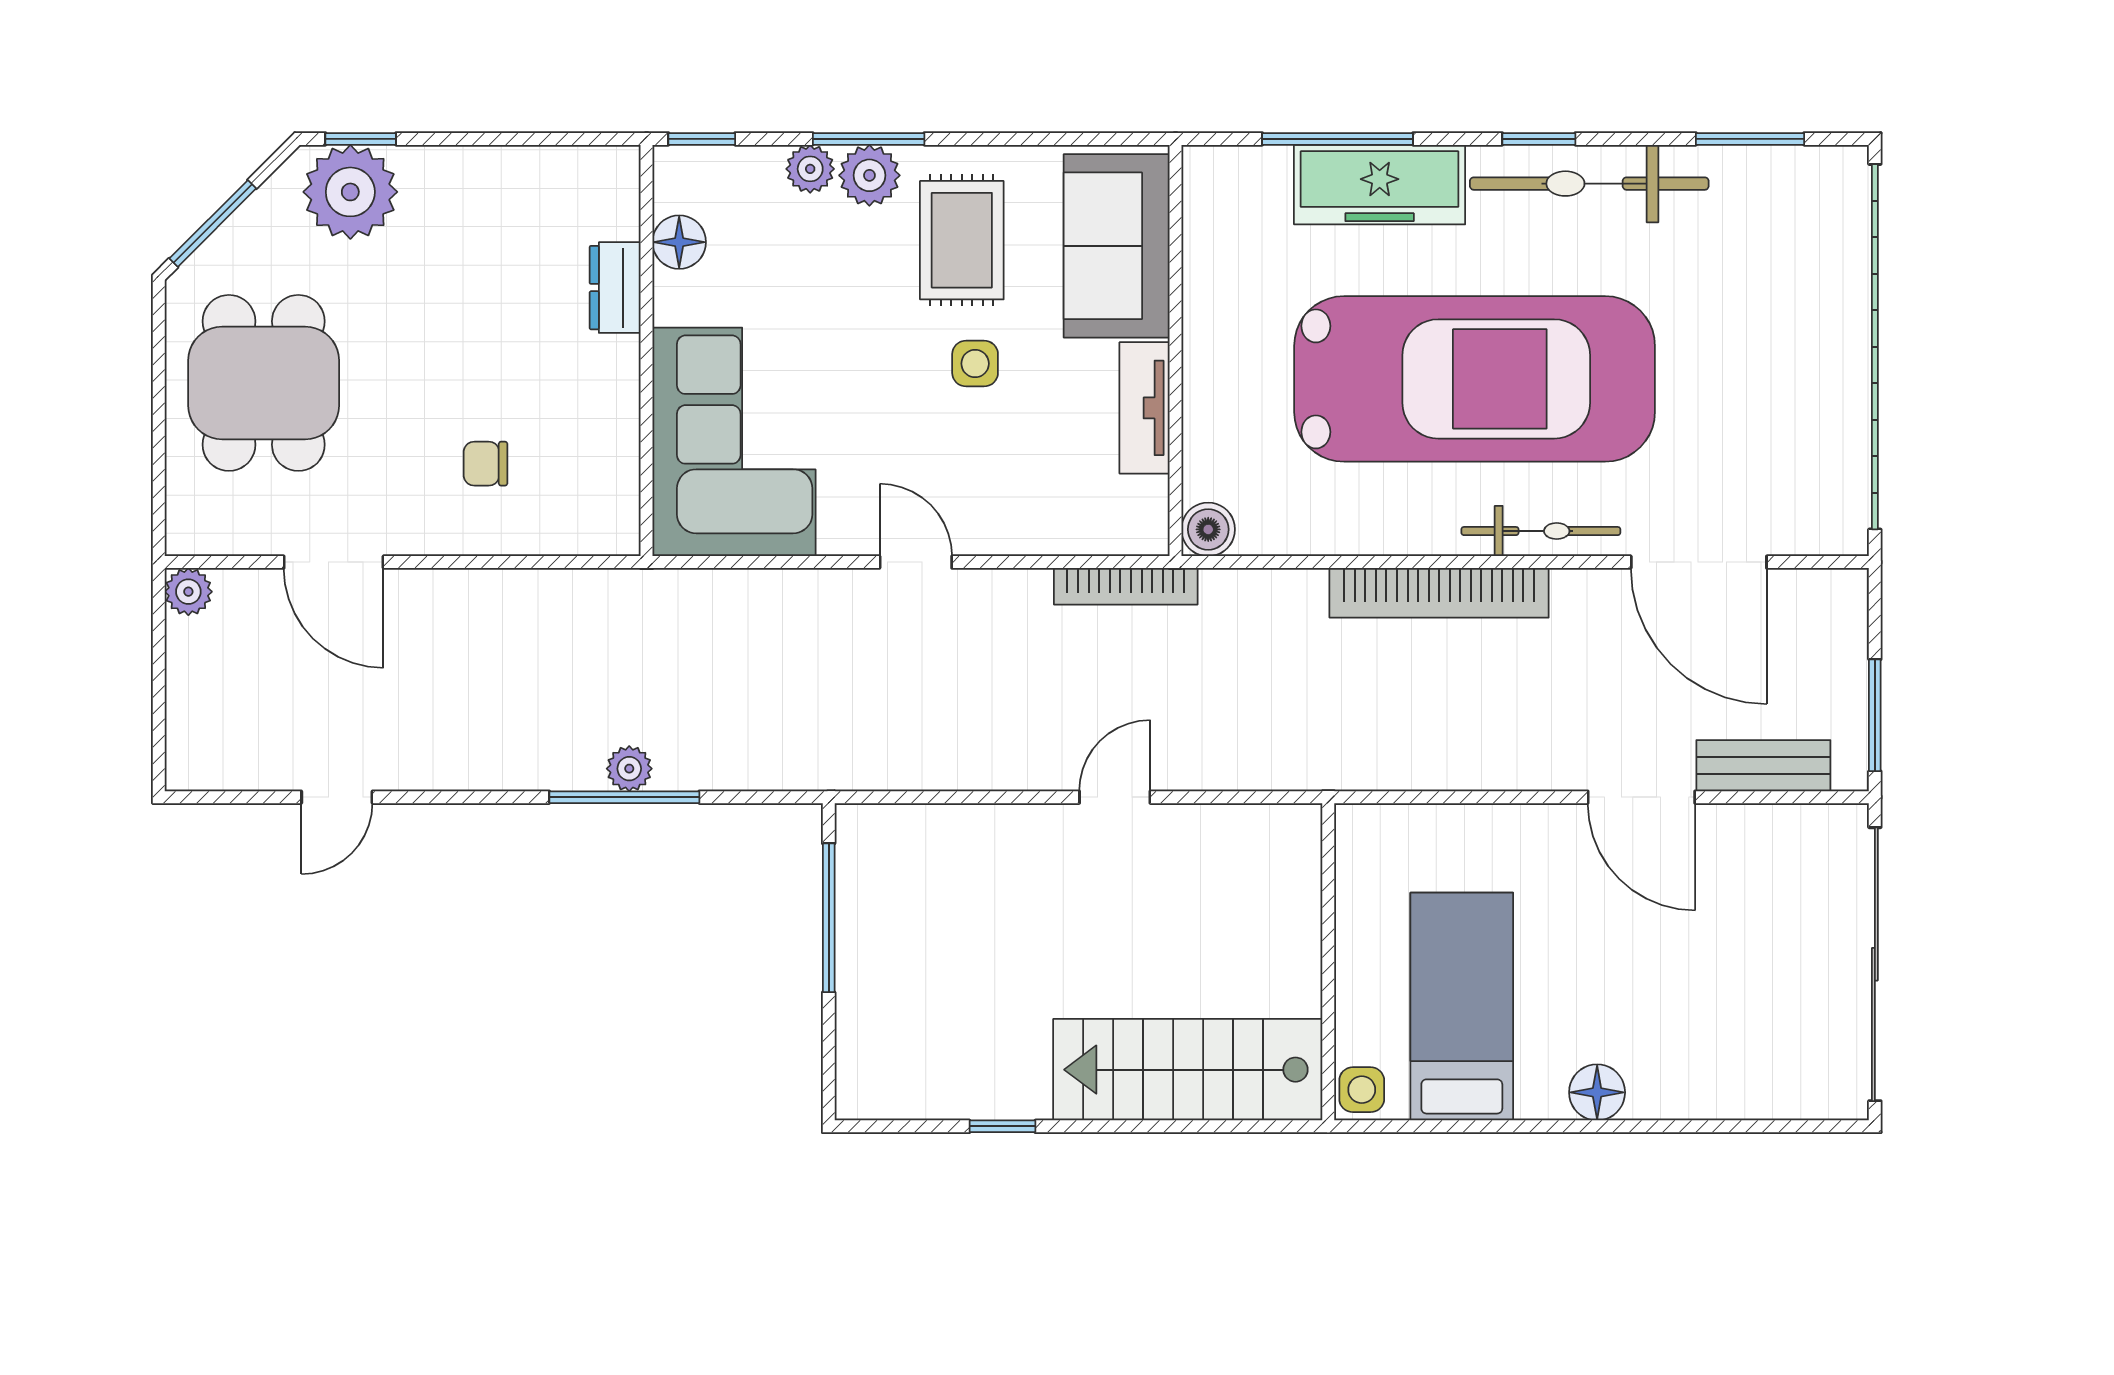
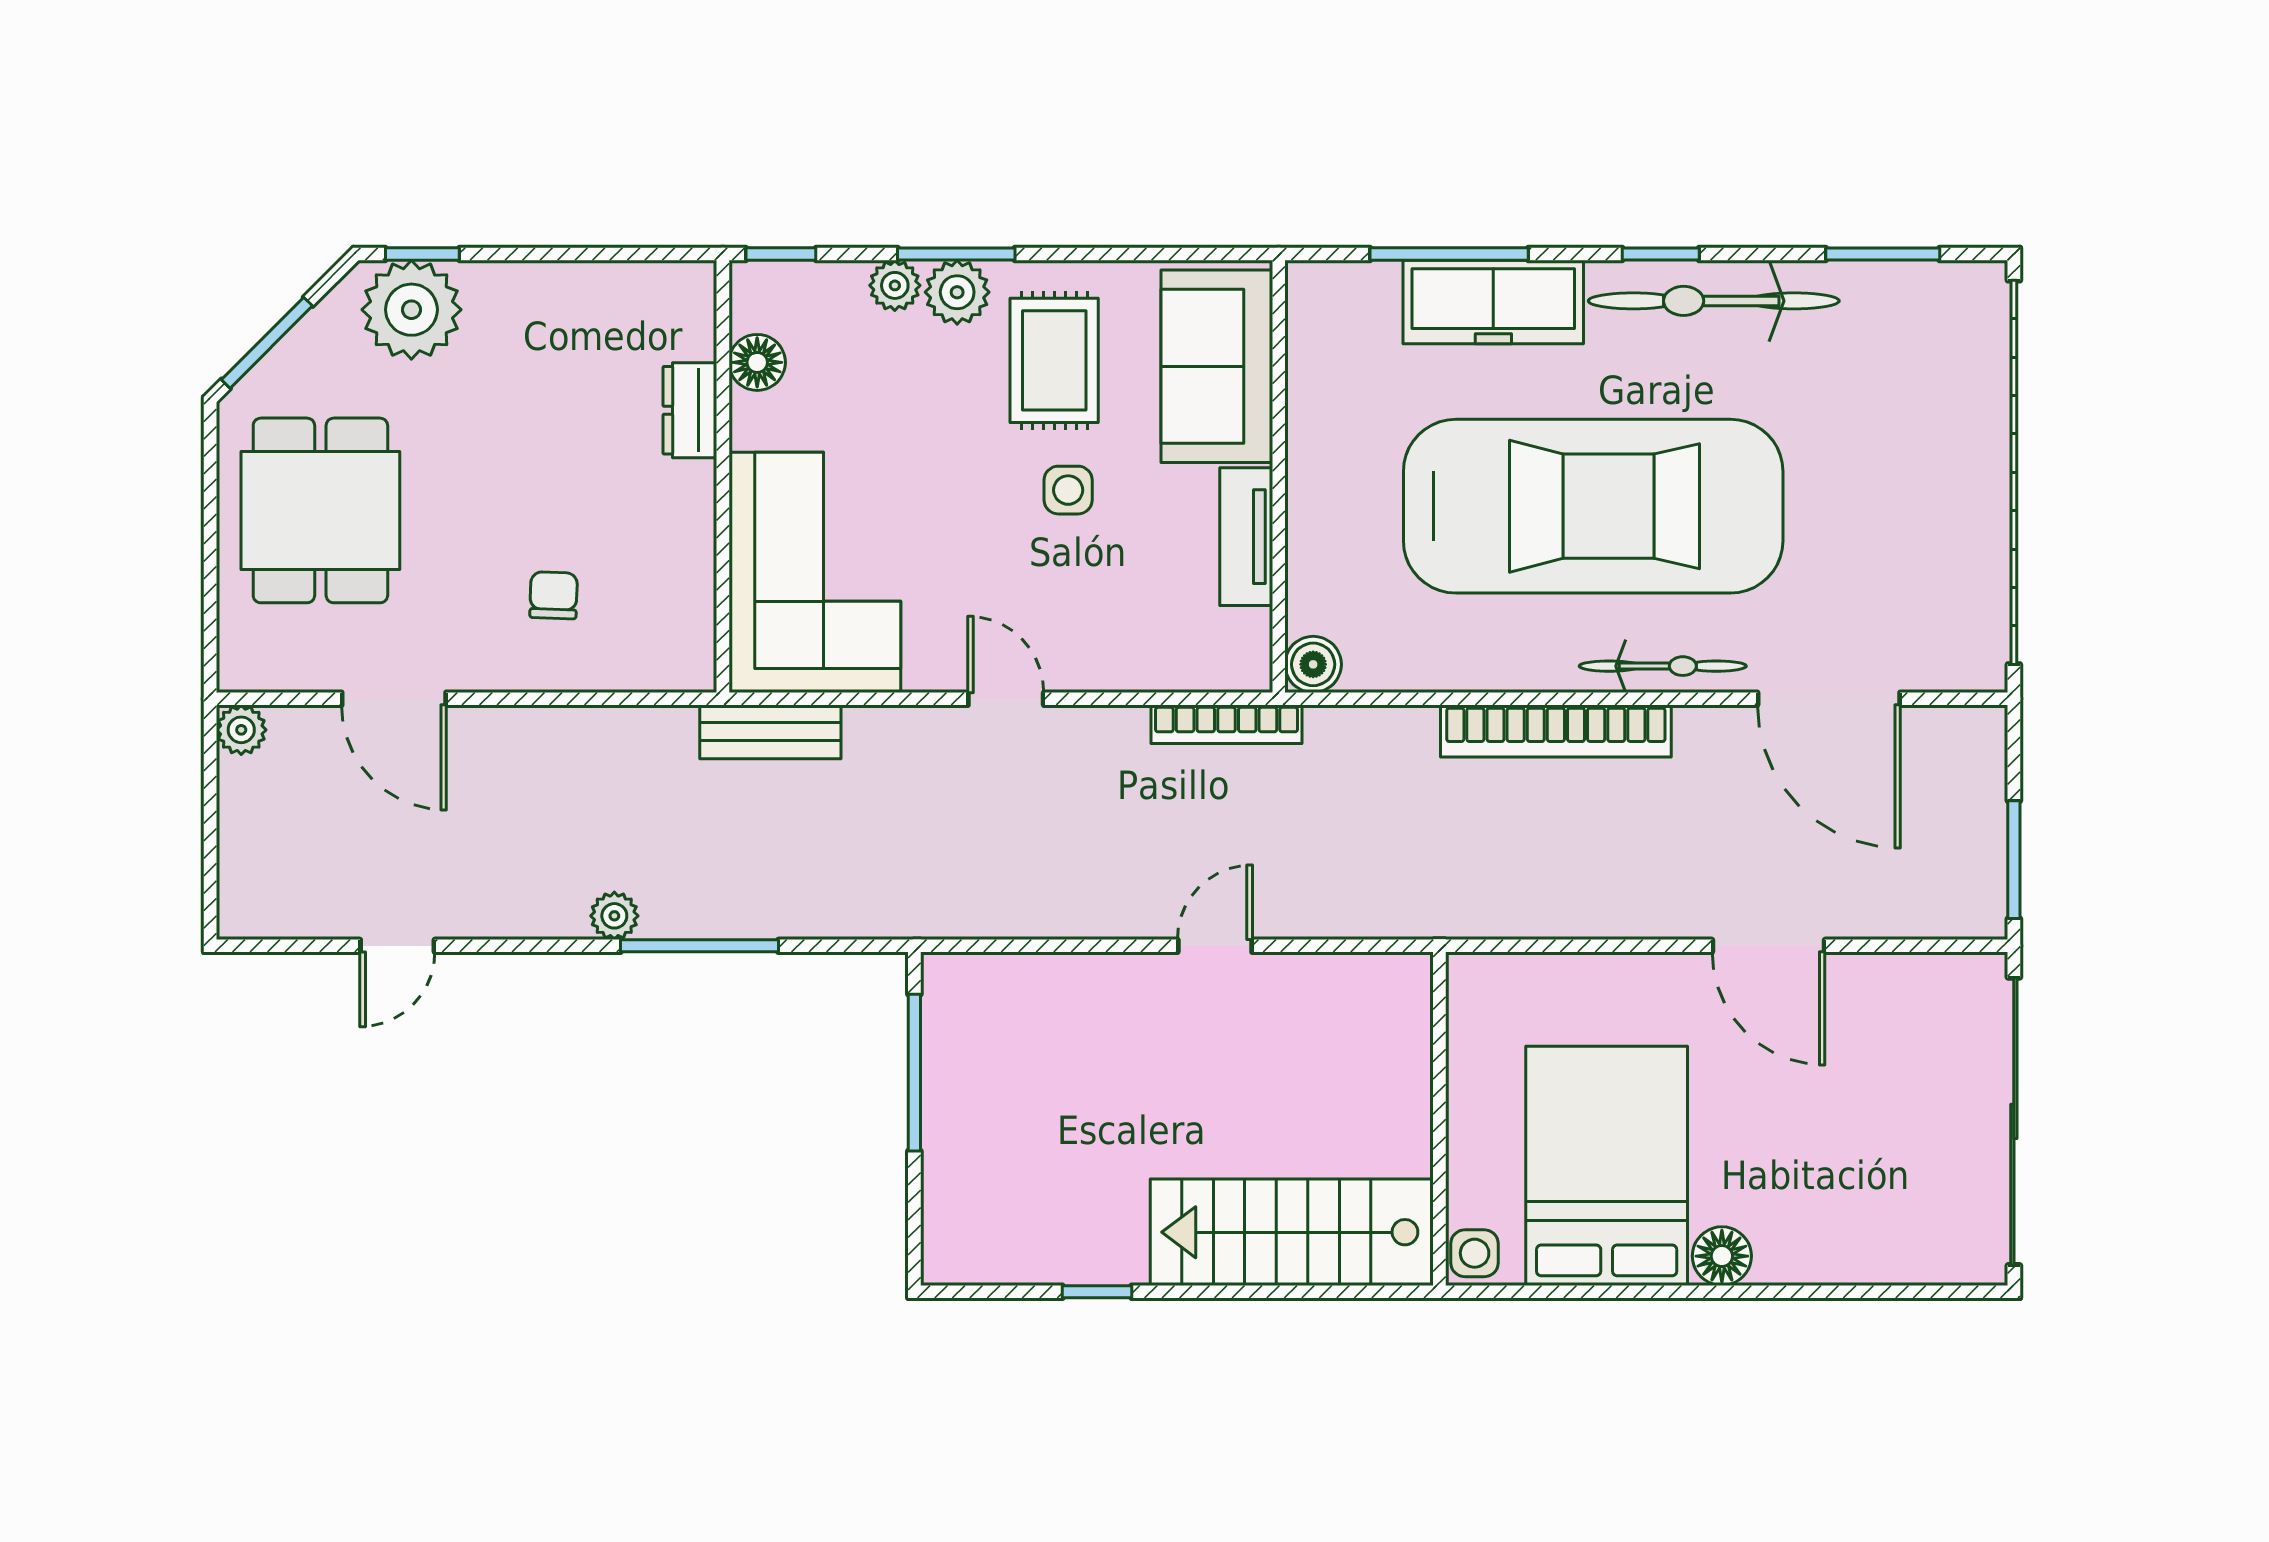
chair: (485, 464) -> (554, 595), turned 92
bench: (1763, 766) -> (770, 732), moved
plant: (629, 769) -> (614, 916), moved
bed: (1462, 1006) -> (1607, 1166), width x1.50

